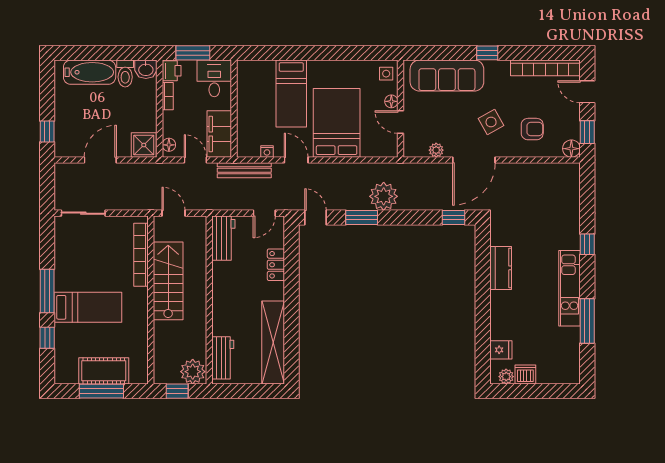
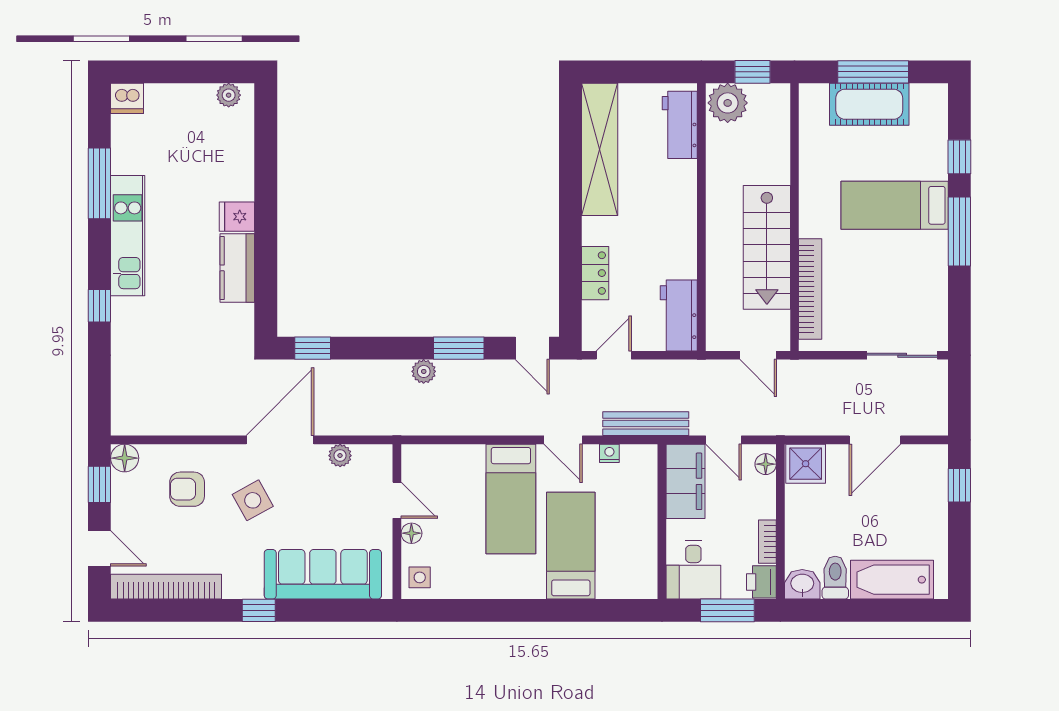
bed: (337, 123) -> (511, 499), width x0.67
plant: (384, 196) -> (424, 371), width x0.53, depth x0.53
fridge: (501, 350) -> (237, 217), moved
dishwasher: (525, 374) -> (127, 98), moved

